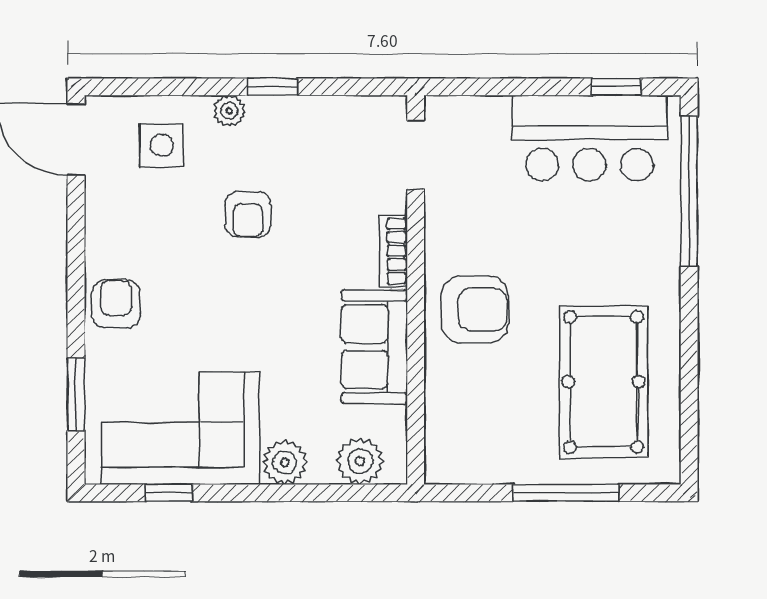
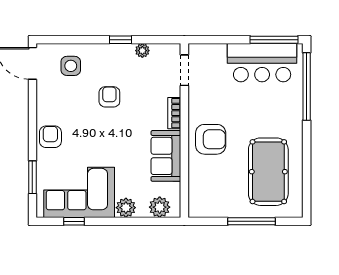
window: (616, 87) -> (274, 40), width x2.17
plant: (229, 111) -> (142, 51), moved
armchair: (248, 215) -> (109, 97), turned 180

